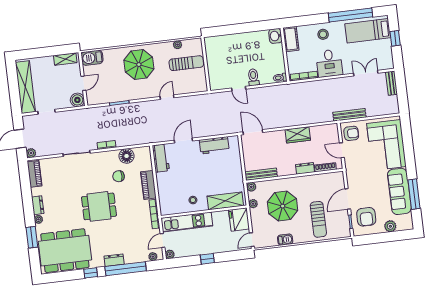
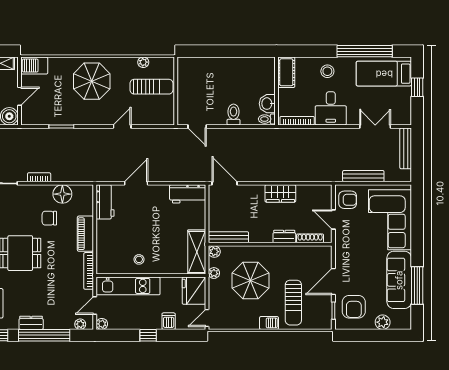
washbasin: (275, 36) -> (267, 104), moved
bench: (391, 83) -> (406, 148), width x1.36
door: (239, 89) -> (197, 126), moved
bench: (349, 115) -> (363, 176), moved
workbench: (214, 145) -> (188, 194), moved
shelving: (225, 201) -> (197, 252), moved, turned 90
barbecue: (285, 240) -> (269, 323), moved
dishwasher: (222, 246) -> (169, 321), added

